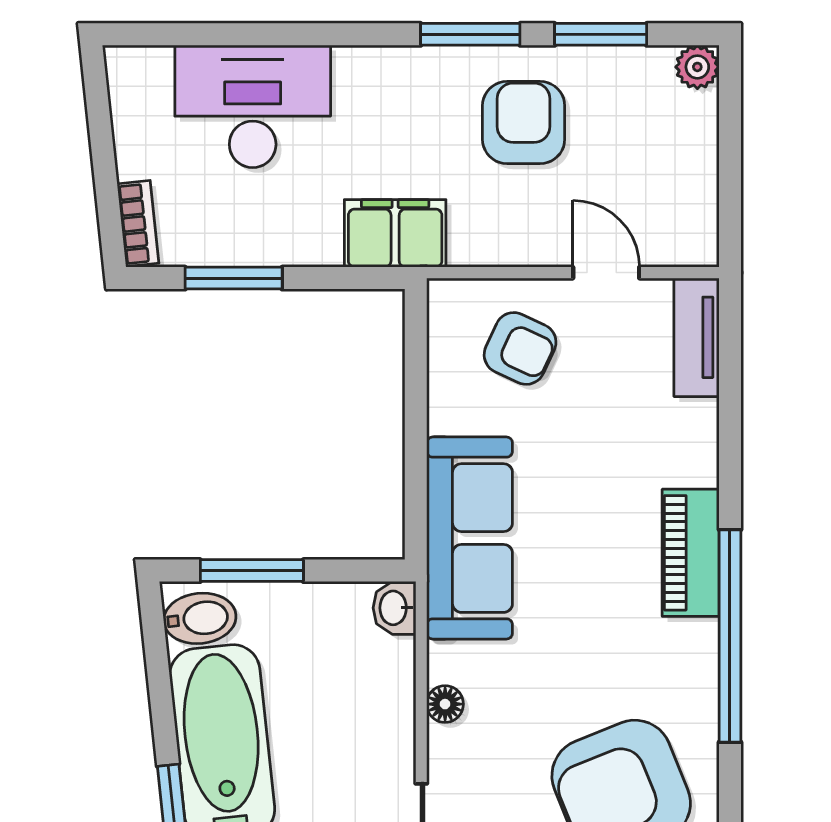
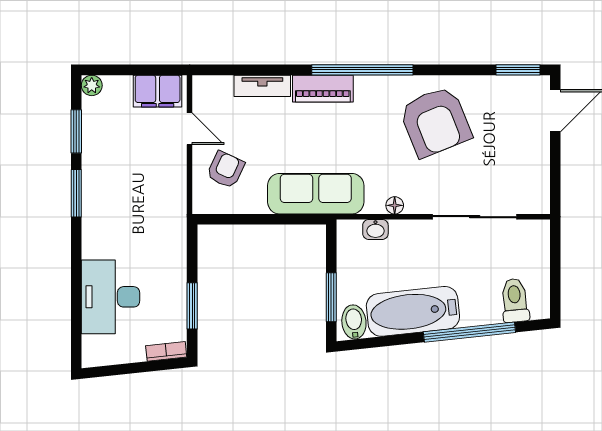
armchair: (524, 123) -> (118, 168), removed
filing cabinet: (395, 233) -> (158, 91), moved, turned -90
door: (606, 273) -> (190, 129), swing flipped
tv unit: (697, 337) -> (262, 86), moved
washbasin: (394, 608) -> (375, 229), moved

